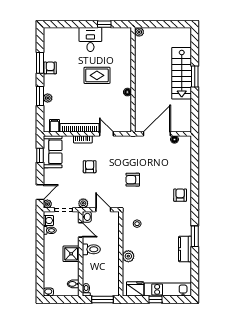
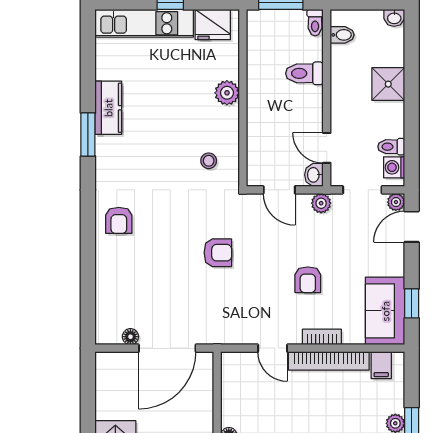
toilet: (91, 249) -> (304, 73), moved
shower: (71, 254) -> (388, 84), moved

